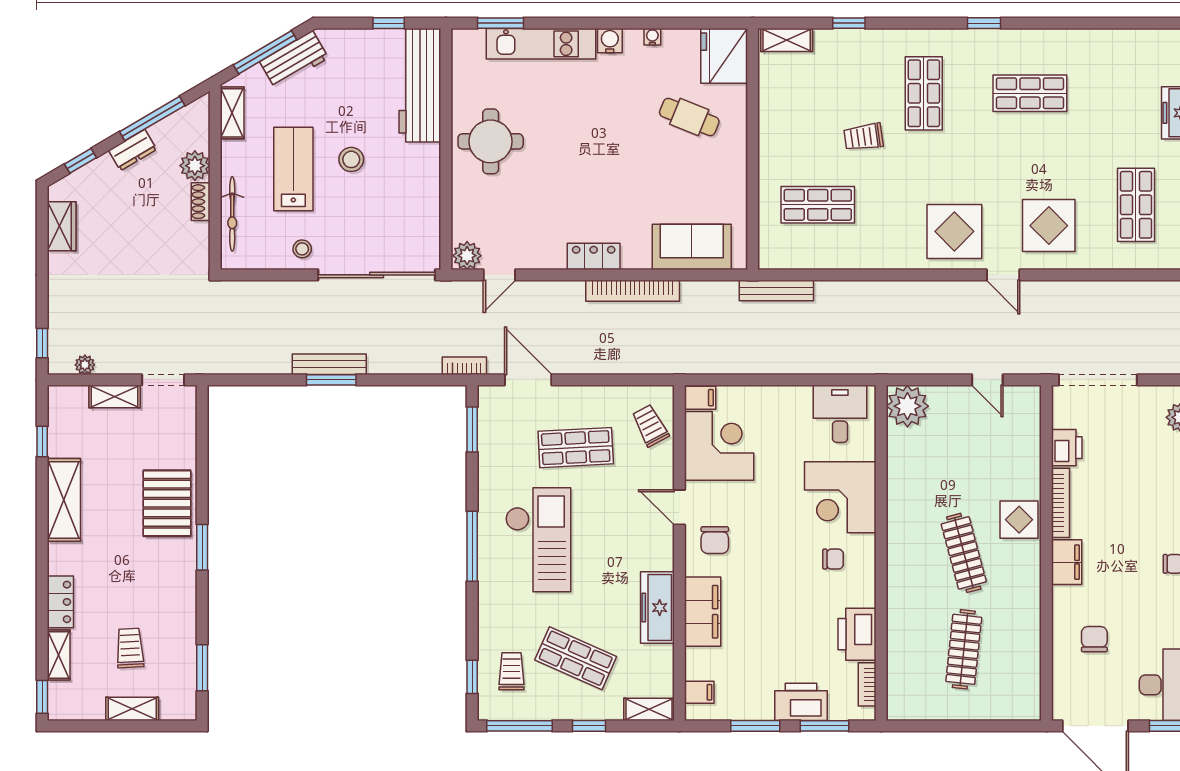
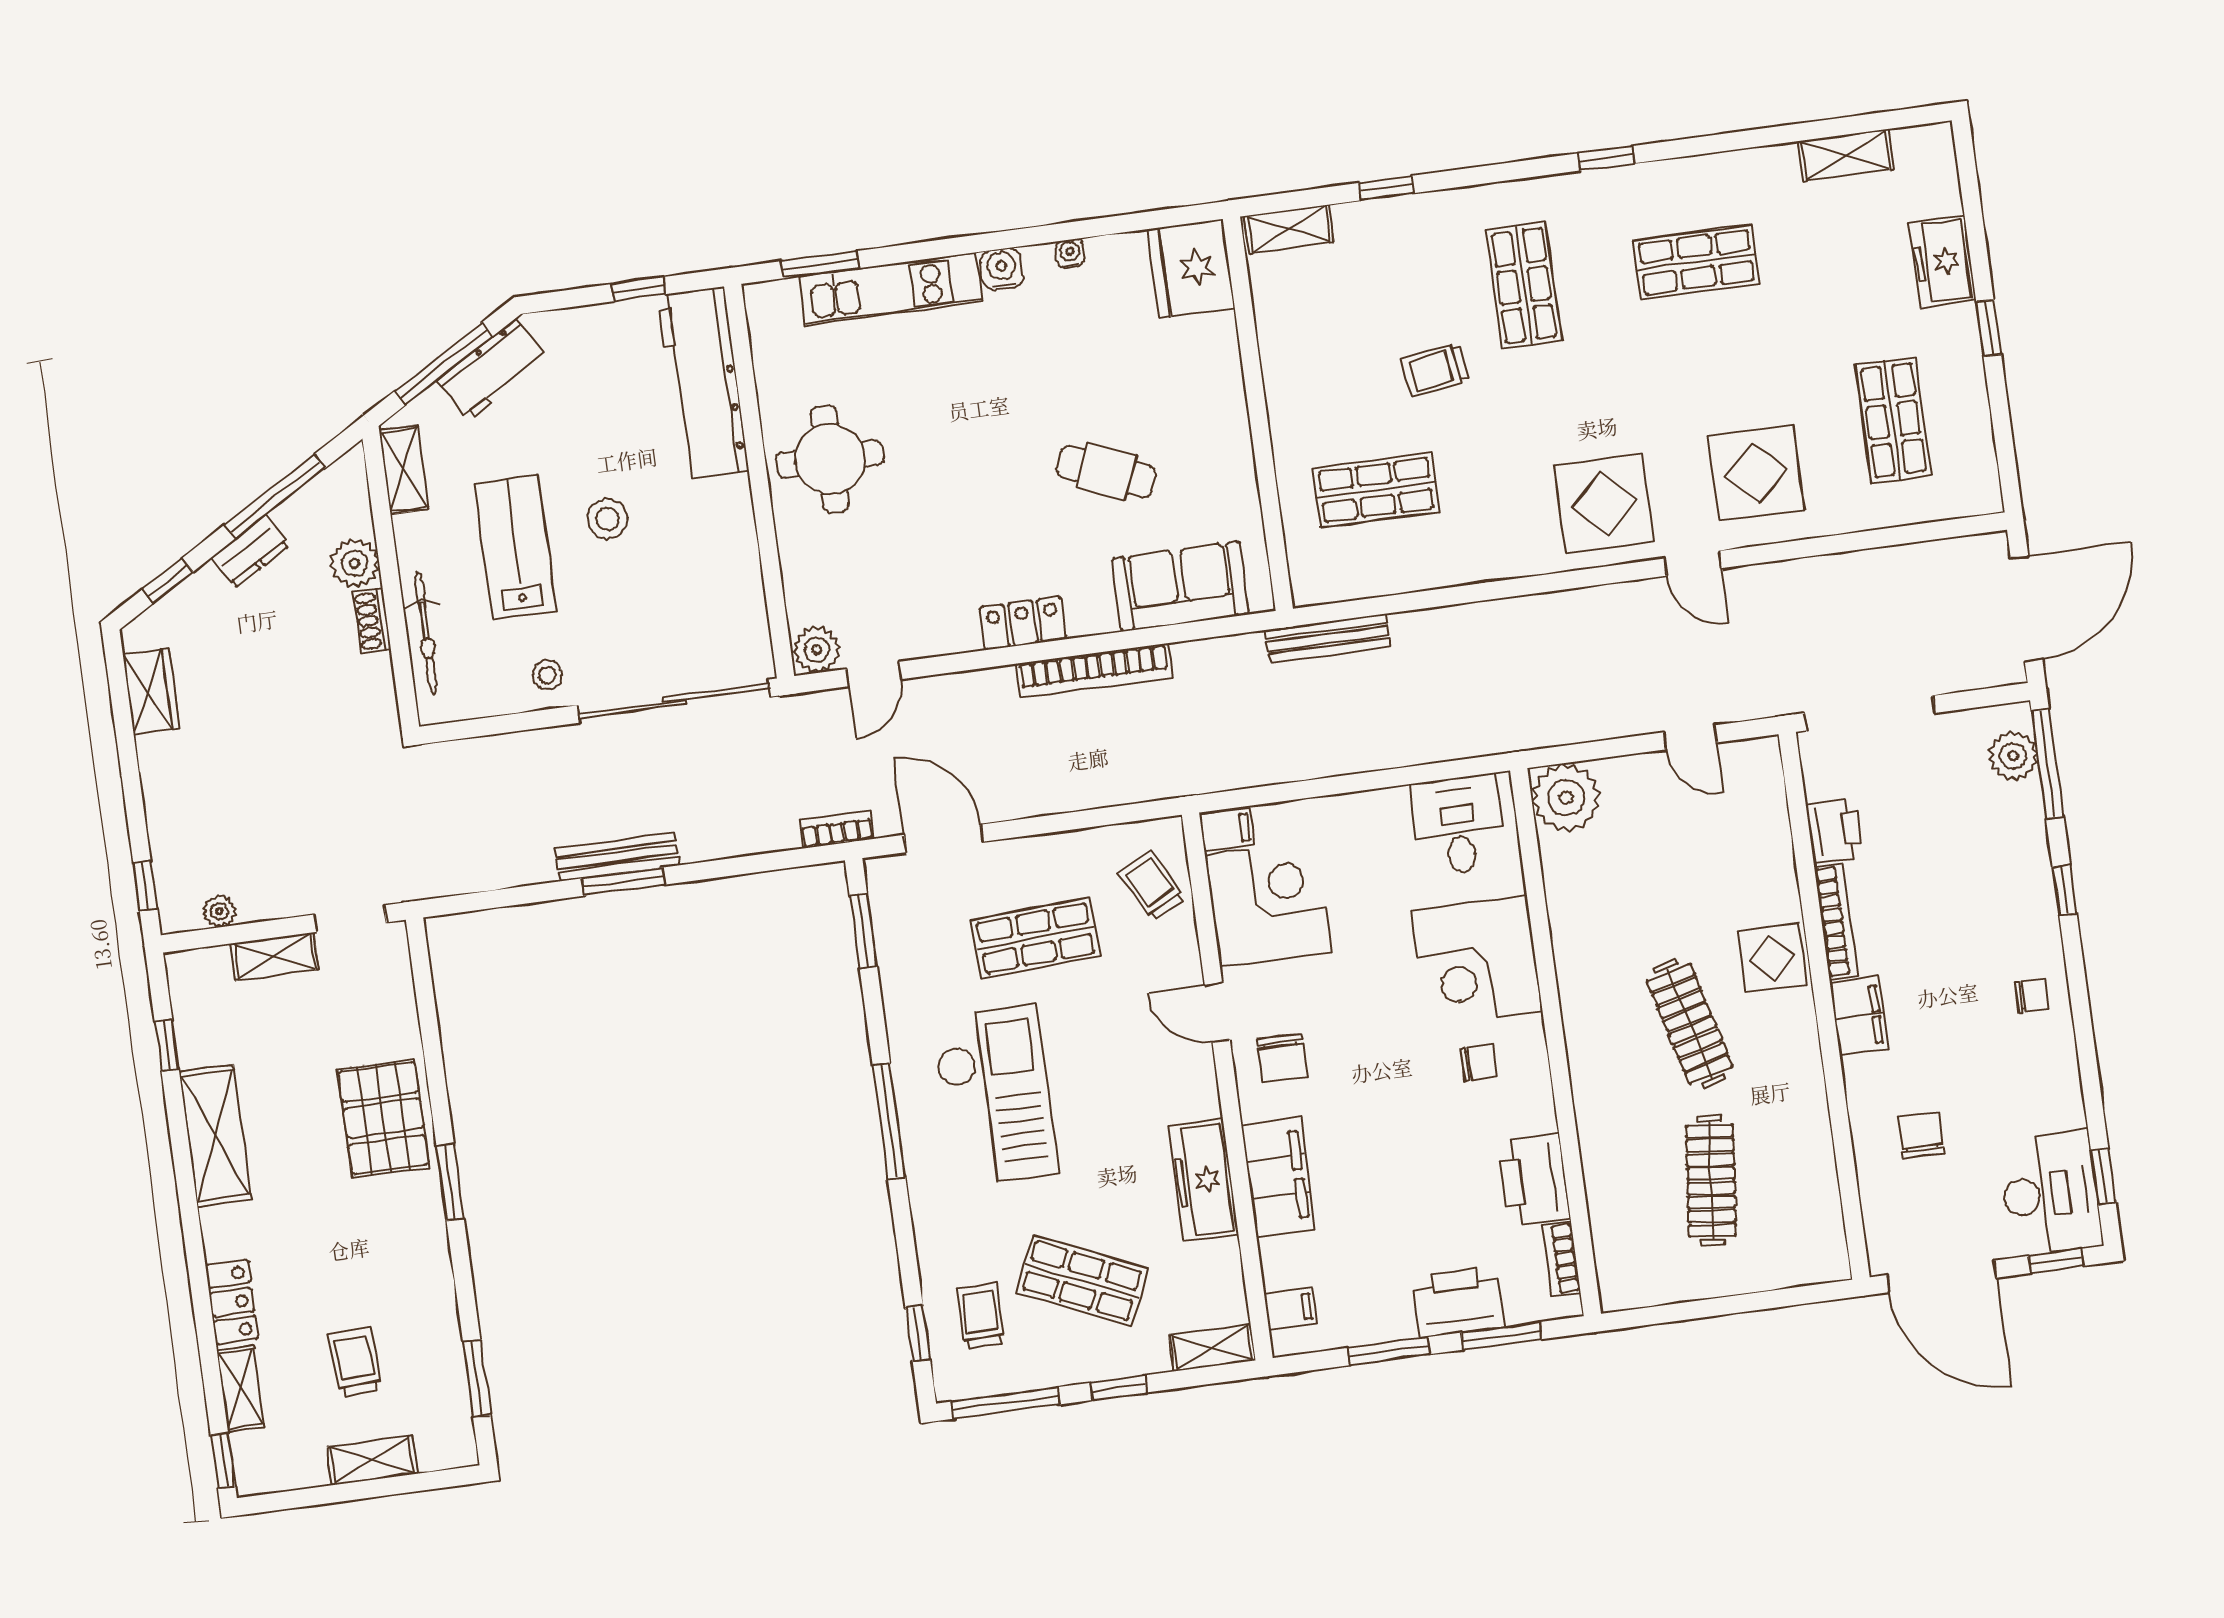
shelving: (1129, 41) -> (1846, 155), added
cafe table: (689, 117) -> (1106, 472), moved

